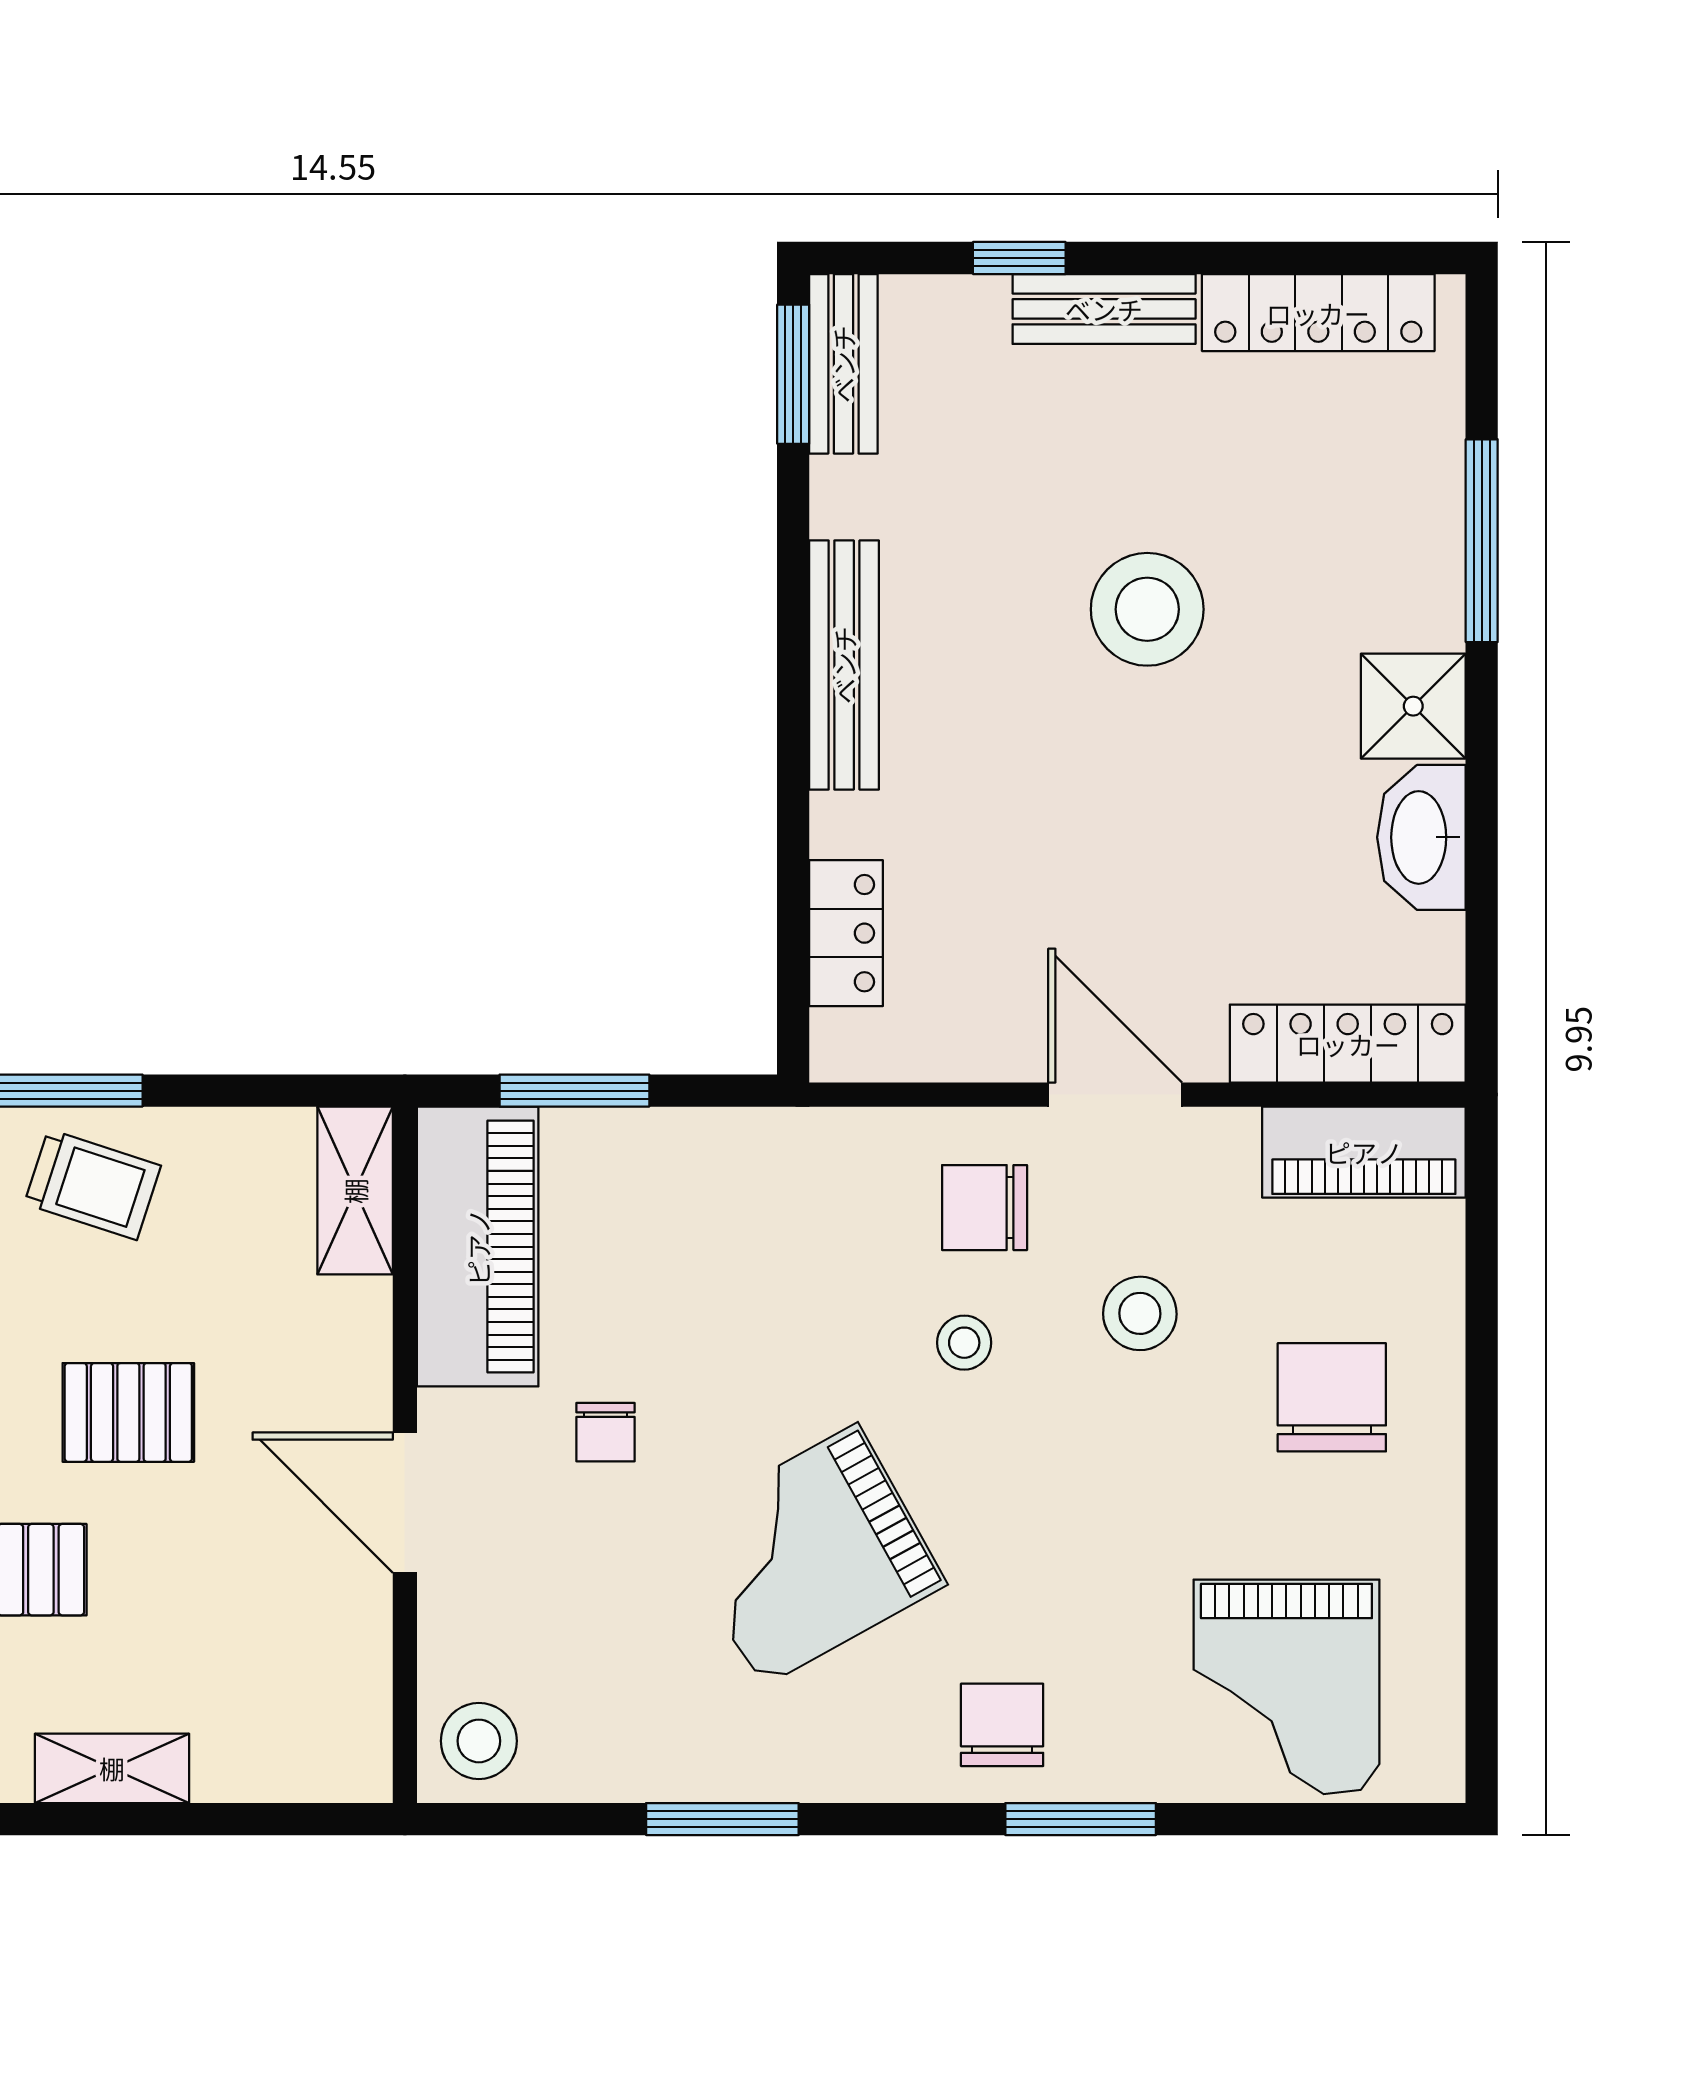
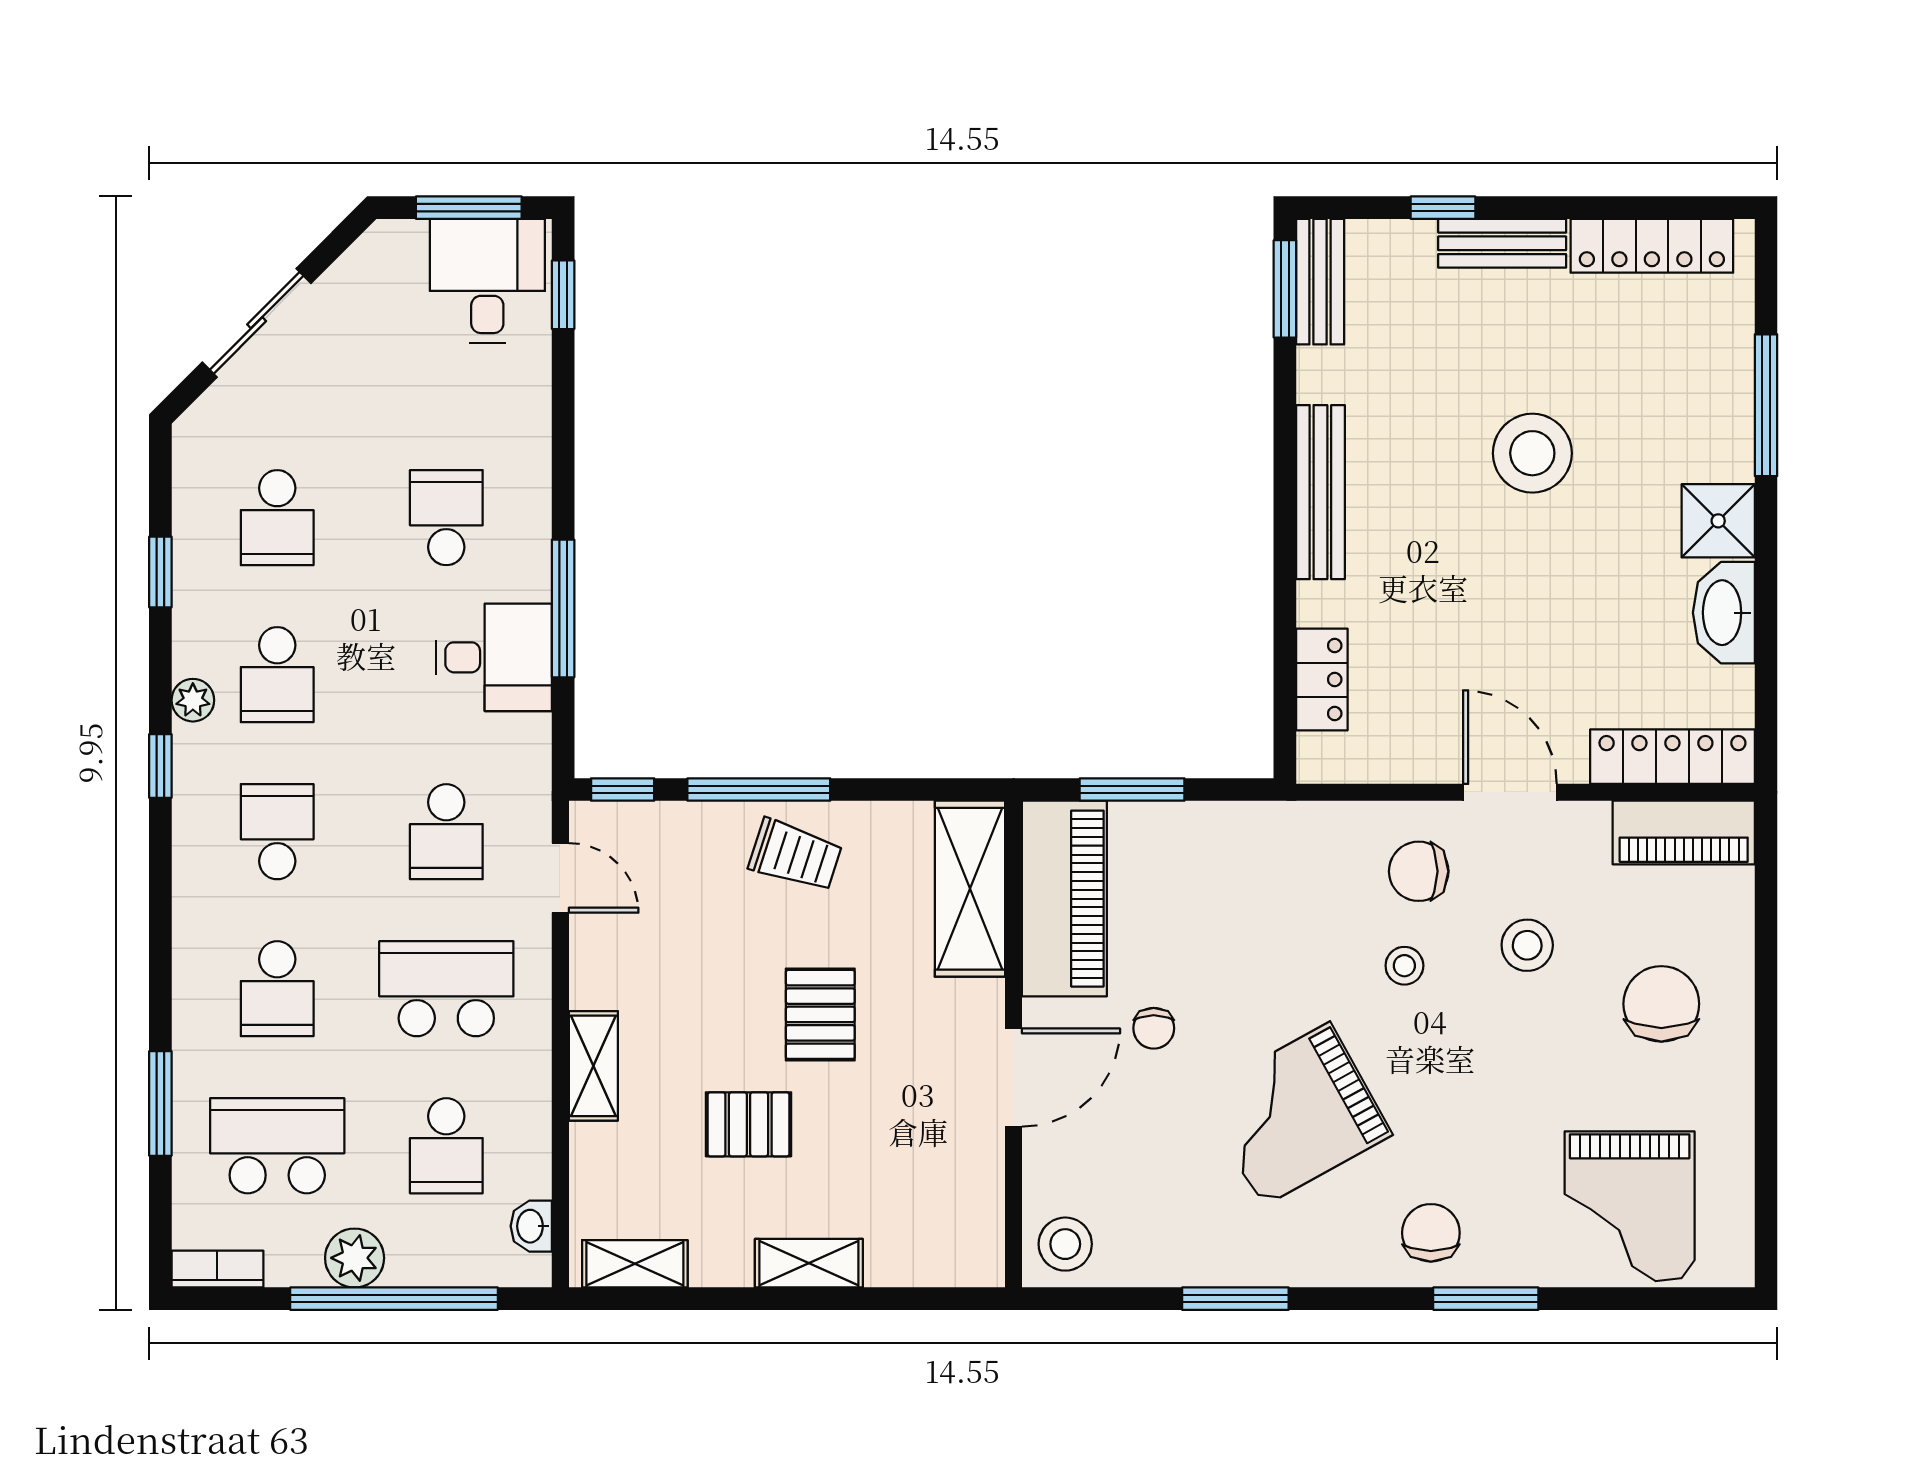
shelving: (355, 1191) -> (970, 889), width x1.50, depth x1.33
pallet: (128, 1412) -> (820, 1014), turned 90
door: (405, 1503) -> (1014, 1077), swing flipped

